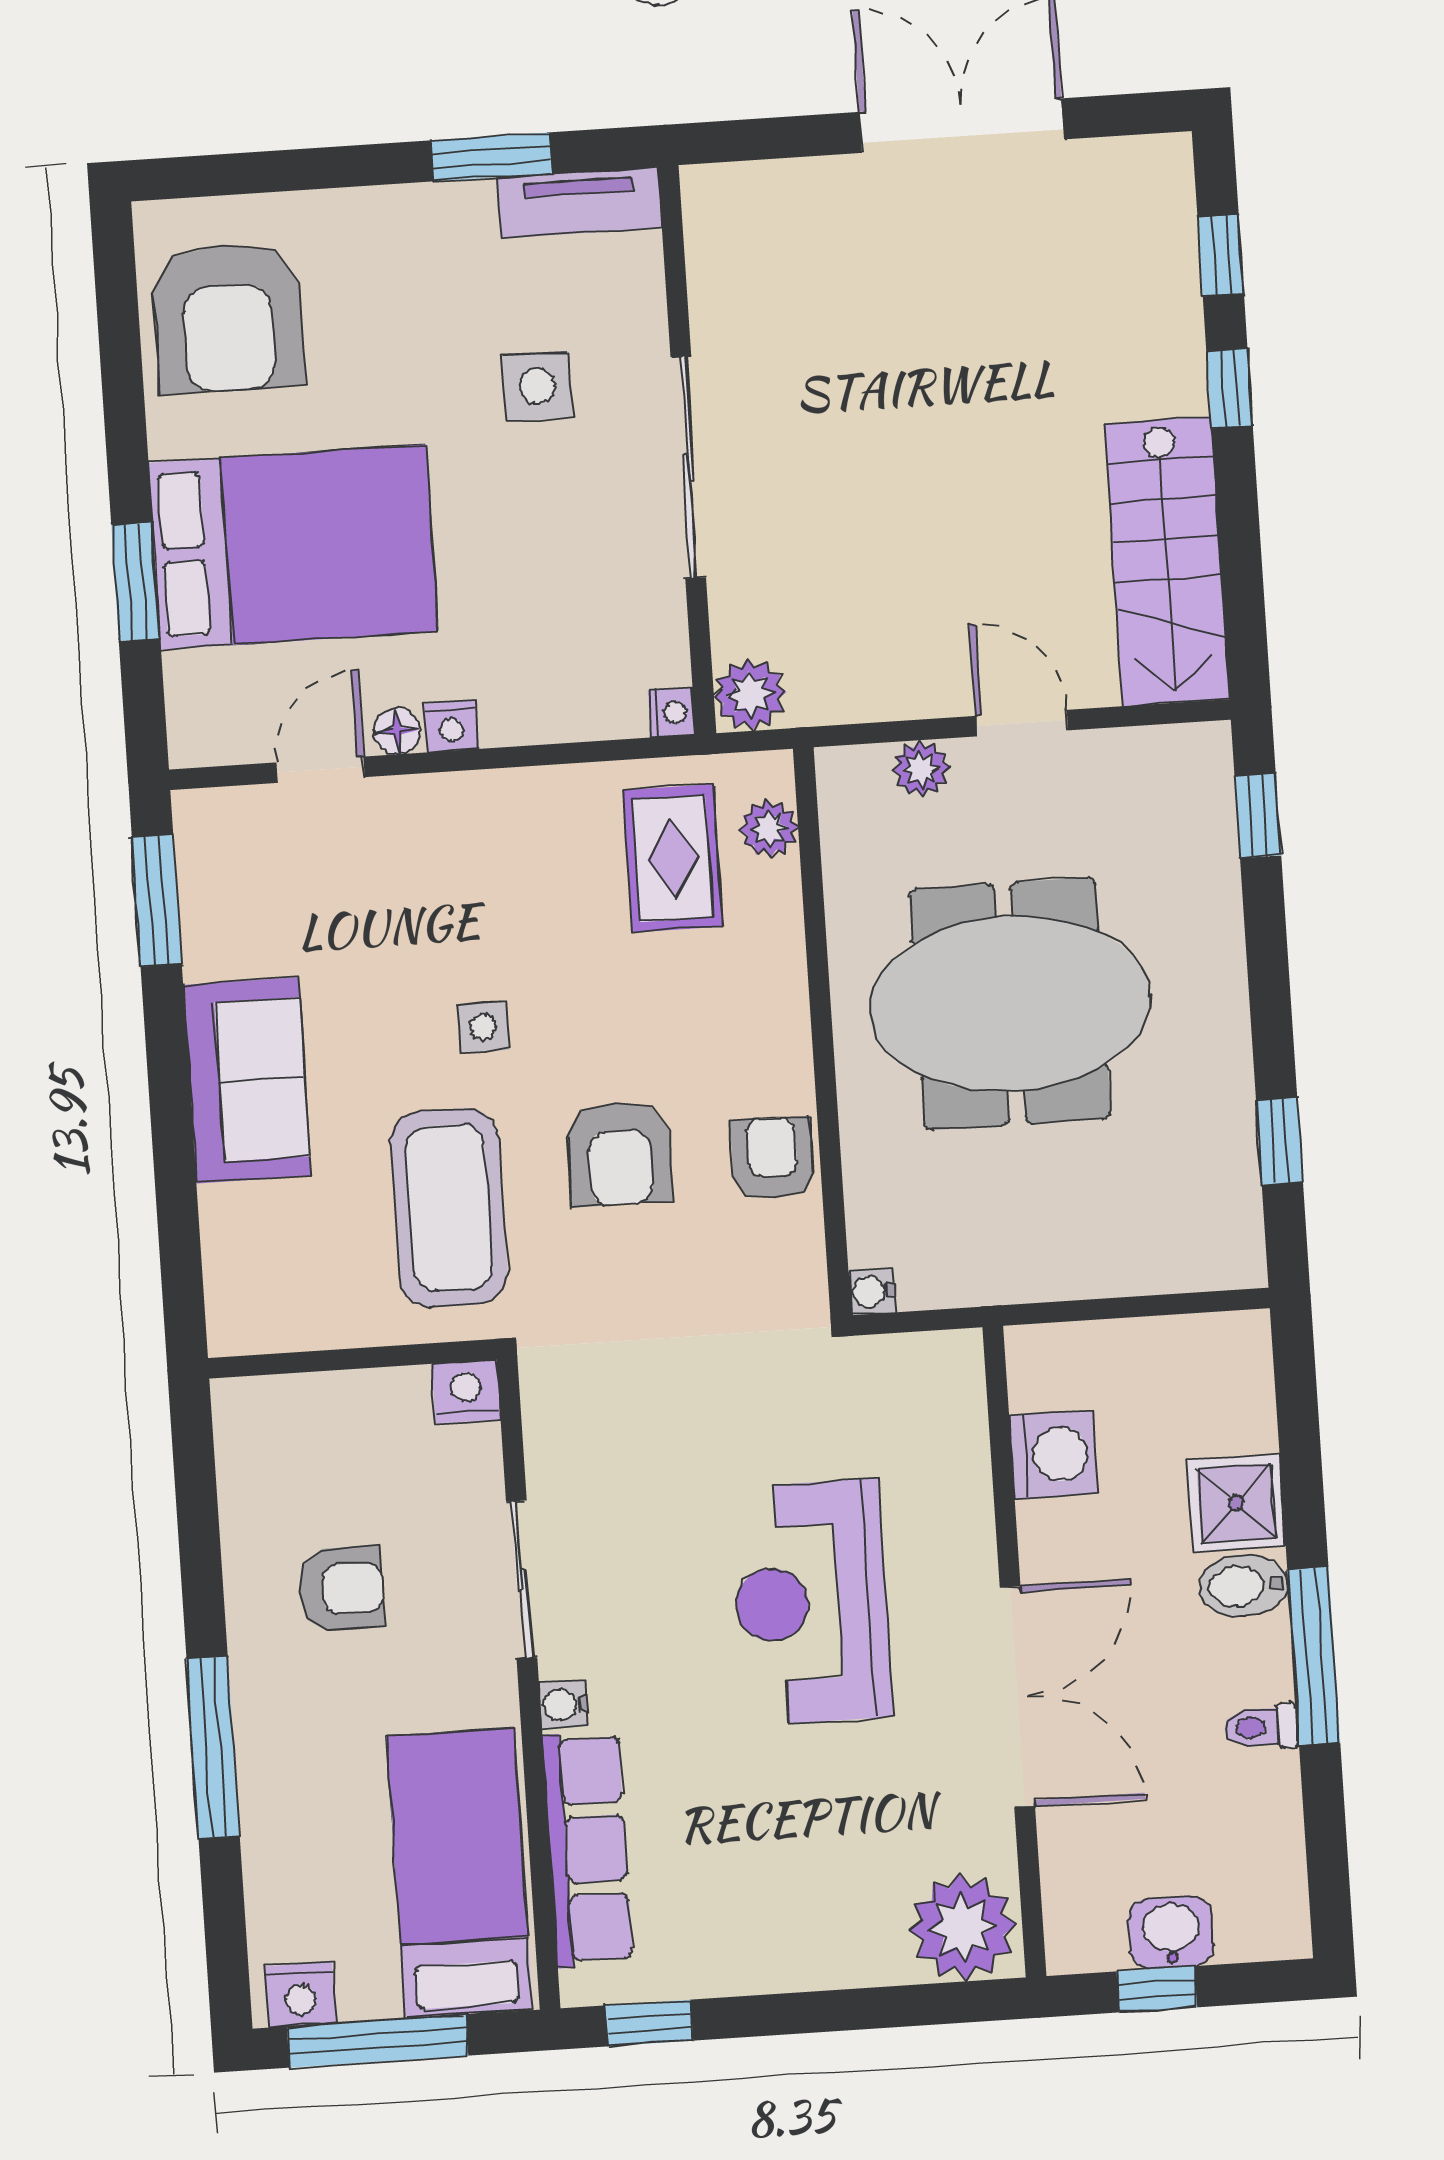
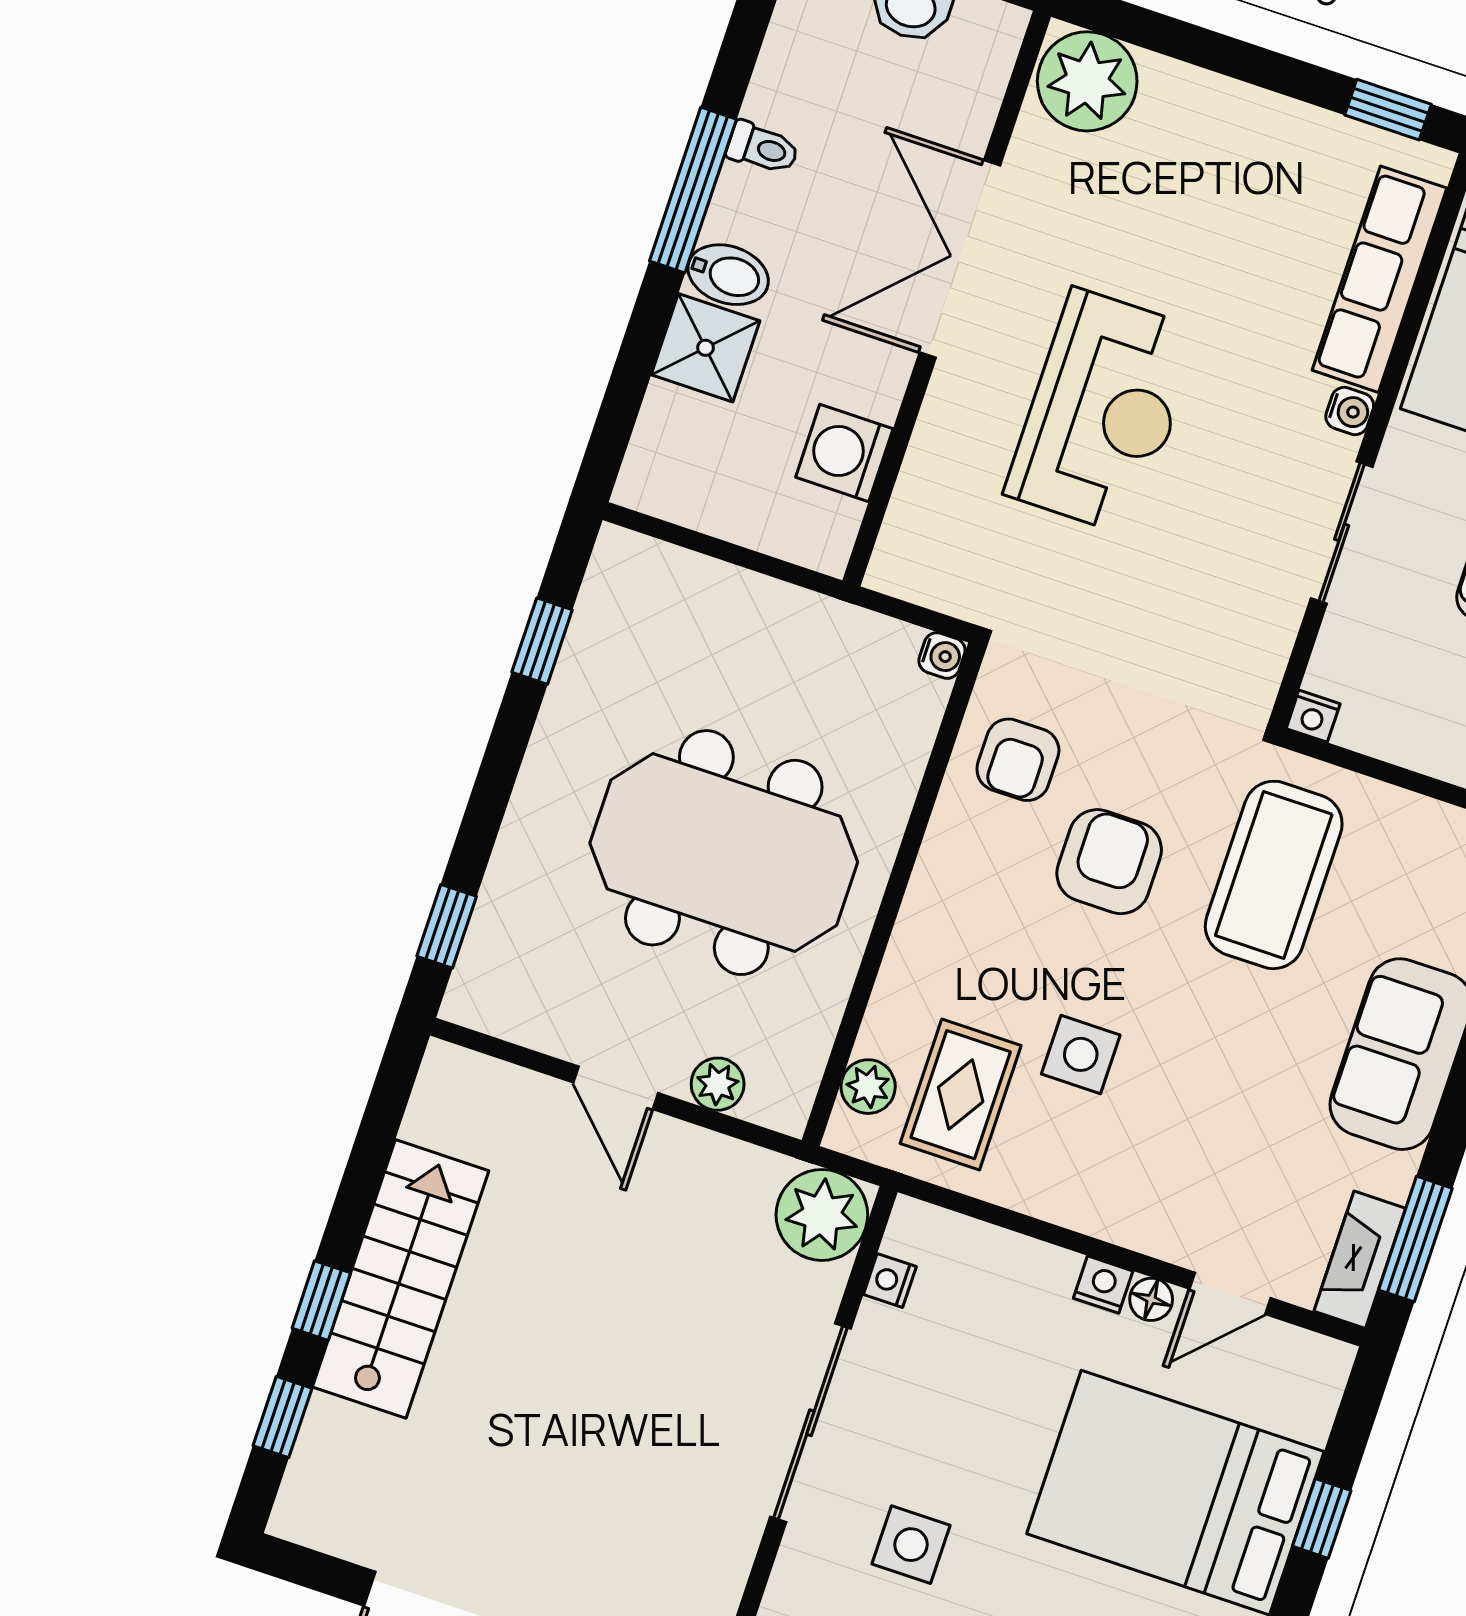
stairs: (1167, 561) -> (401, 1279), moved
window: (136, 582) -> (1322, 1518), width x0.67
plant: (750, 694) -> (822, 1215), width x1.36, depth x1.36
nightstand: (672, 712) -> (890, 1280), moved
fireplace: (204, 857) -> (1360, 1260), added
side table: (483, 1027) -> (1081, 1054), moved, width x1.37, depth x1.37
armchair: (772, 1158) -> (1018, 760), moved
nightstand: (466, 1392) -> (1313, 716), width x0.72, depth x0.74

